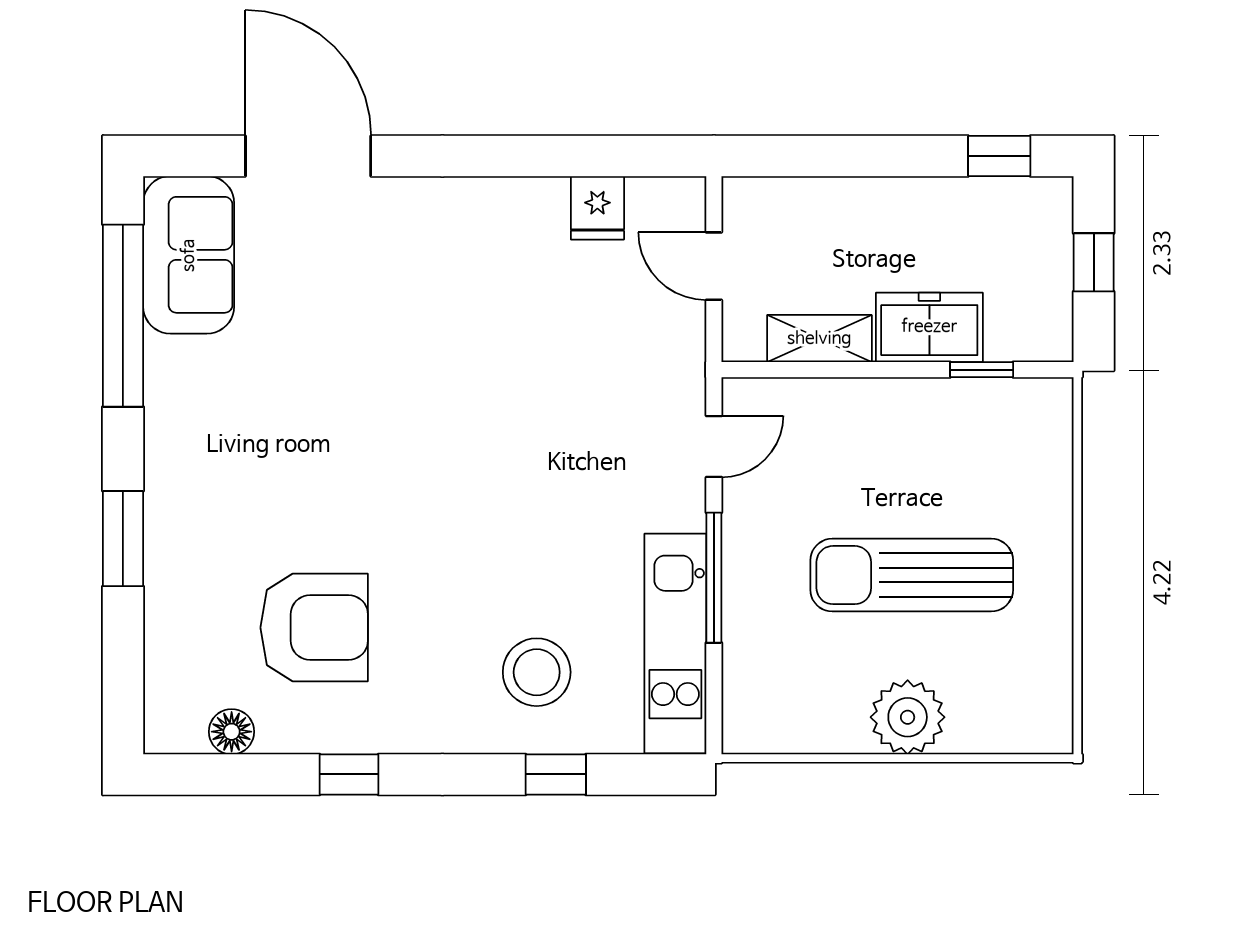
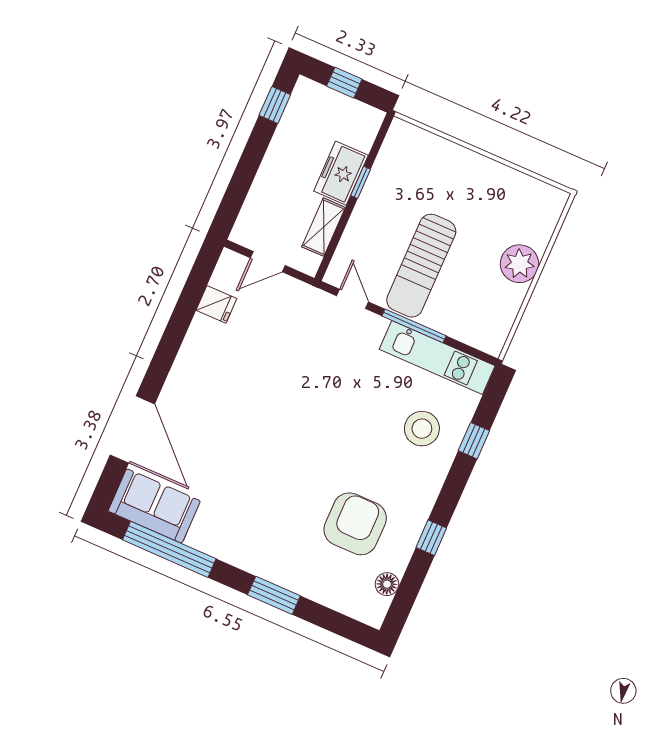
door: (308, 156) -> (132, 429), swing flipped
window: (982, 370) -> (361, 182), moved
sun lounger: (912, 575) -> (421, 266), moved

